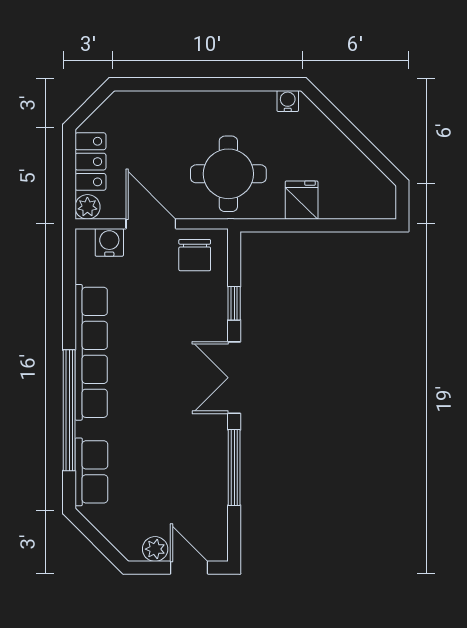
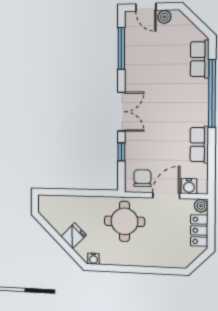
fridge: (302, 200) -> (74, 236), moved, turned -135
door: (151, 224) -> (166, 196), swing flipped
row of seats: (91, 352) -> (199, 145), width x0.50
window: (234, 468) -> (121, 48), moved

